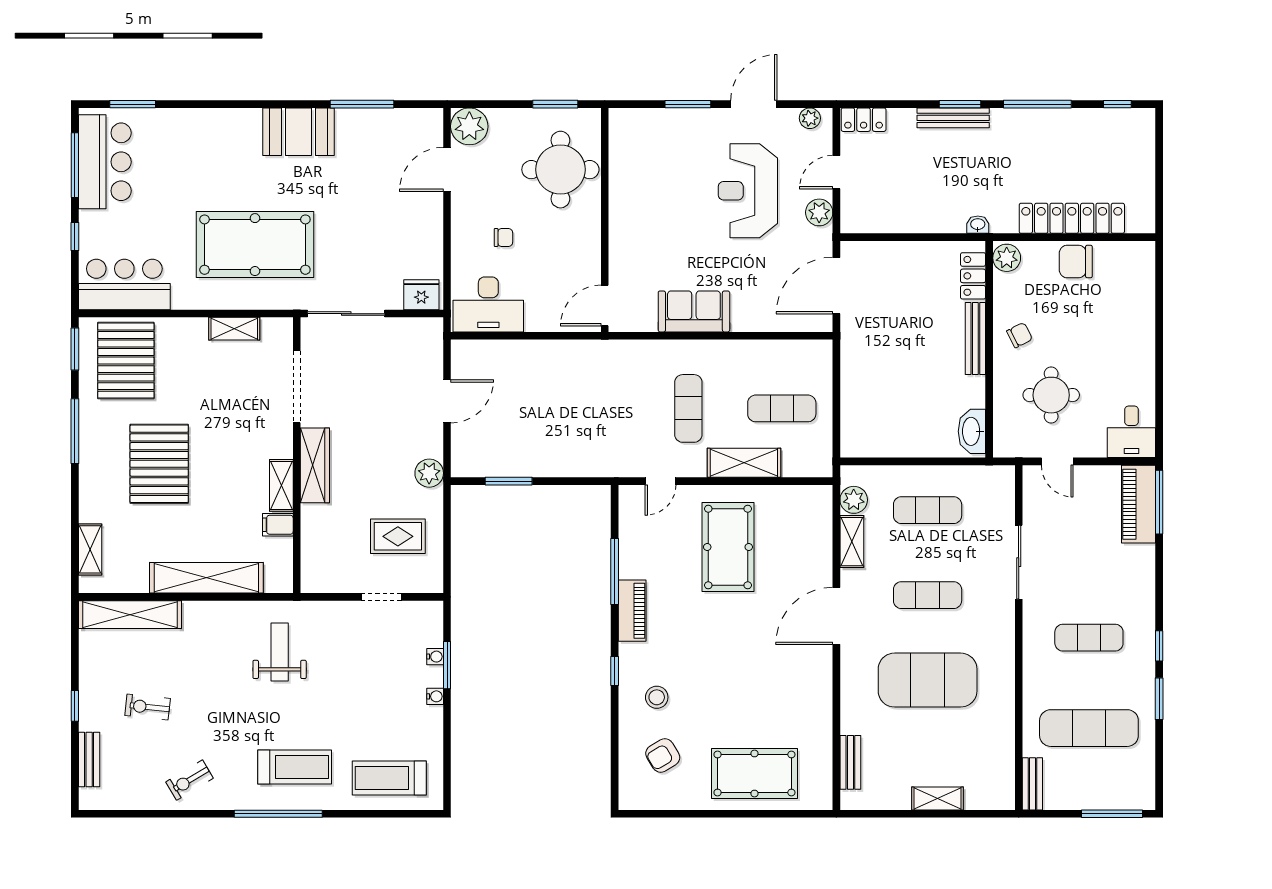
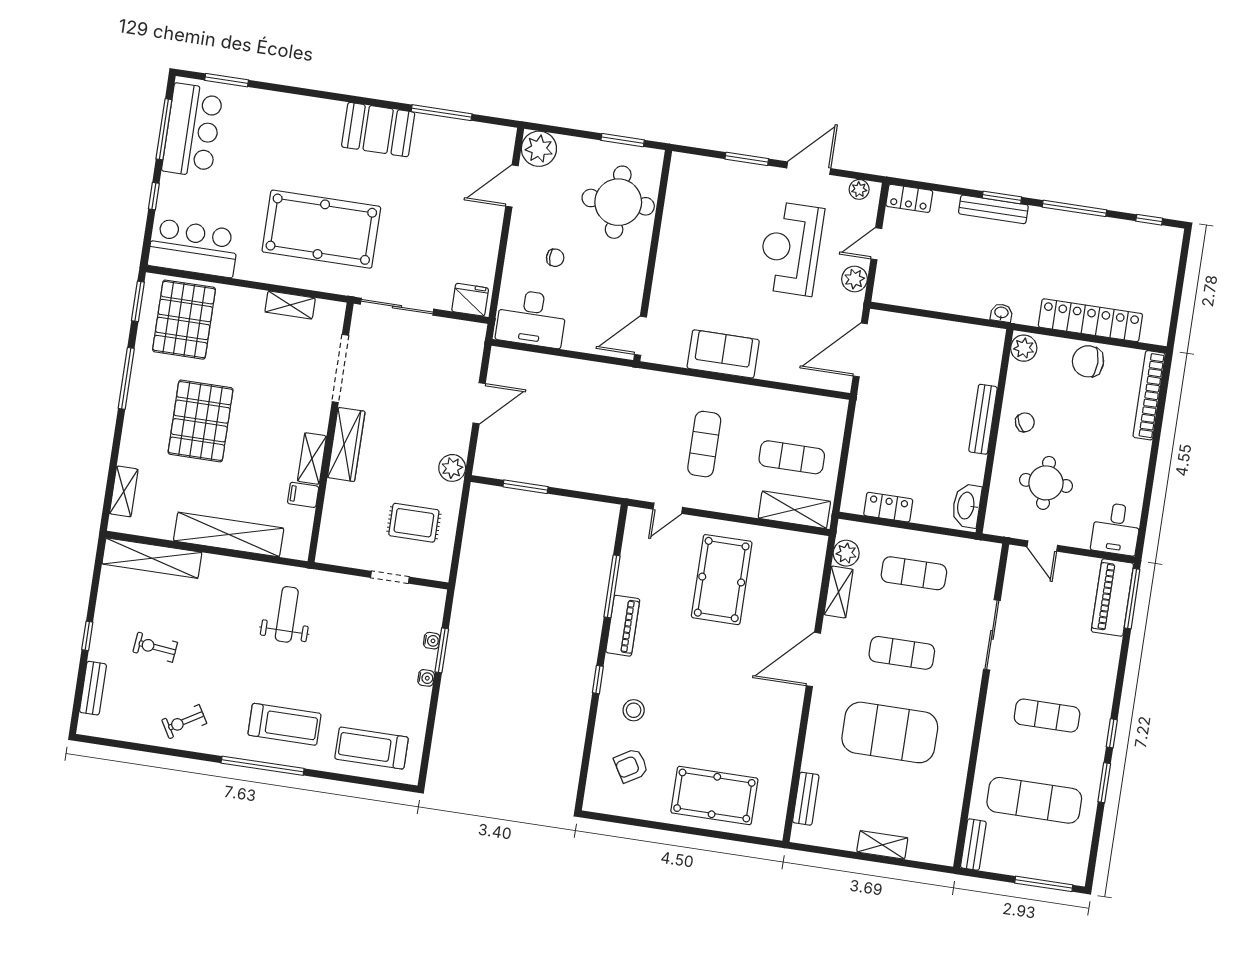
locker: (973, 276) -> (888, 507), moved, turned 90
bookcase: (1145, 287) -> (1149, 395), added
shelving: (744, 463) -> (794, 510), moved

